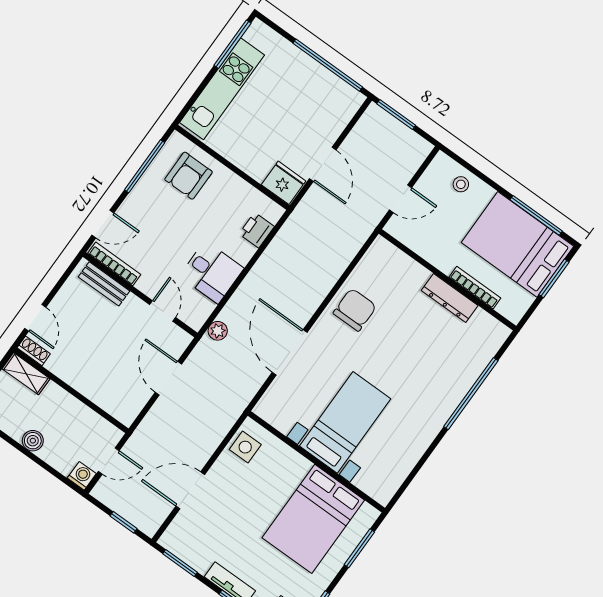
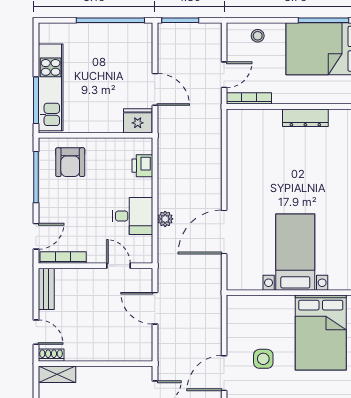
window: (233, 44) -> (36, 100), moved
bench: (104, 284) -> (46, 289), moved, turned 90
bookcase: (475, 288) -> (249, 98), moved
chair: (355, 310) -> (247, 172), removed
plant: (218, 331) -> (165, 219), moved
door: (290, 352) -> (224, 232), hinge flipped
side table: (245, 447) -> (263, 359), moved

